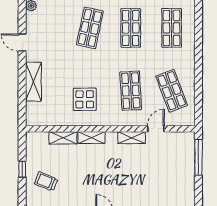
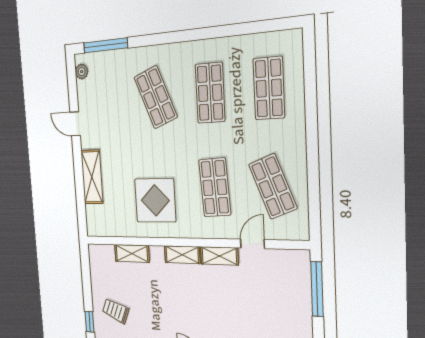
shop shelf: (90, 28) -> (156, 97), turned -33
display table: (85, 99) -> (155, 200), width x1.36, depth x1.36
shelving: (91, 138) -> (182, 255), moved
window: (22, 169) -> (90, 322), moved

